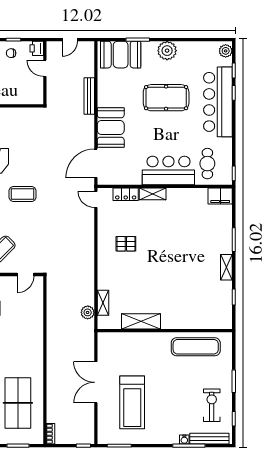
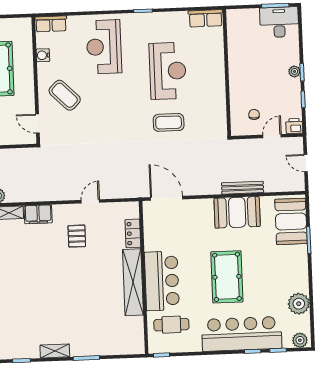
plant: (167, 51) -> (299, 304), moved
chair: (11, 53) -> (254, 114), moved
pool table: (166, 98) -> (227, 277), moved
booth: (111, 127) -> (237, 212), moved
coffee table: (22, 194) -> (169, 122), moved, turned 90
shelving: (153, 194) -> (133, 282), width x2.20, depth x1.33
filing cabinet: (220, 196) -> (38, 214), moved, turned -90
door: (96, 199) -> (90, 201), moved

